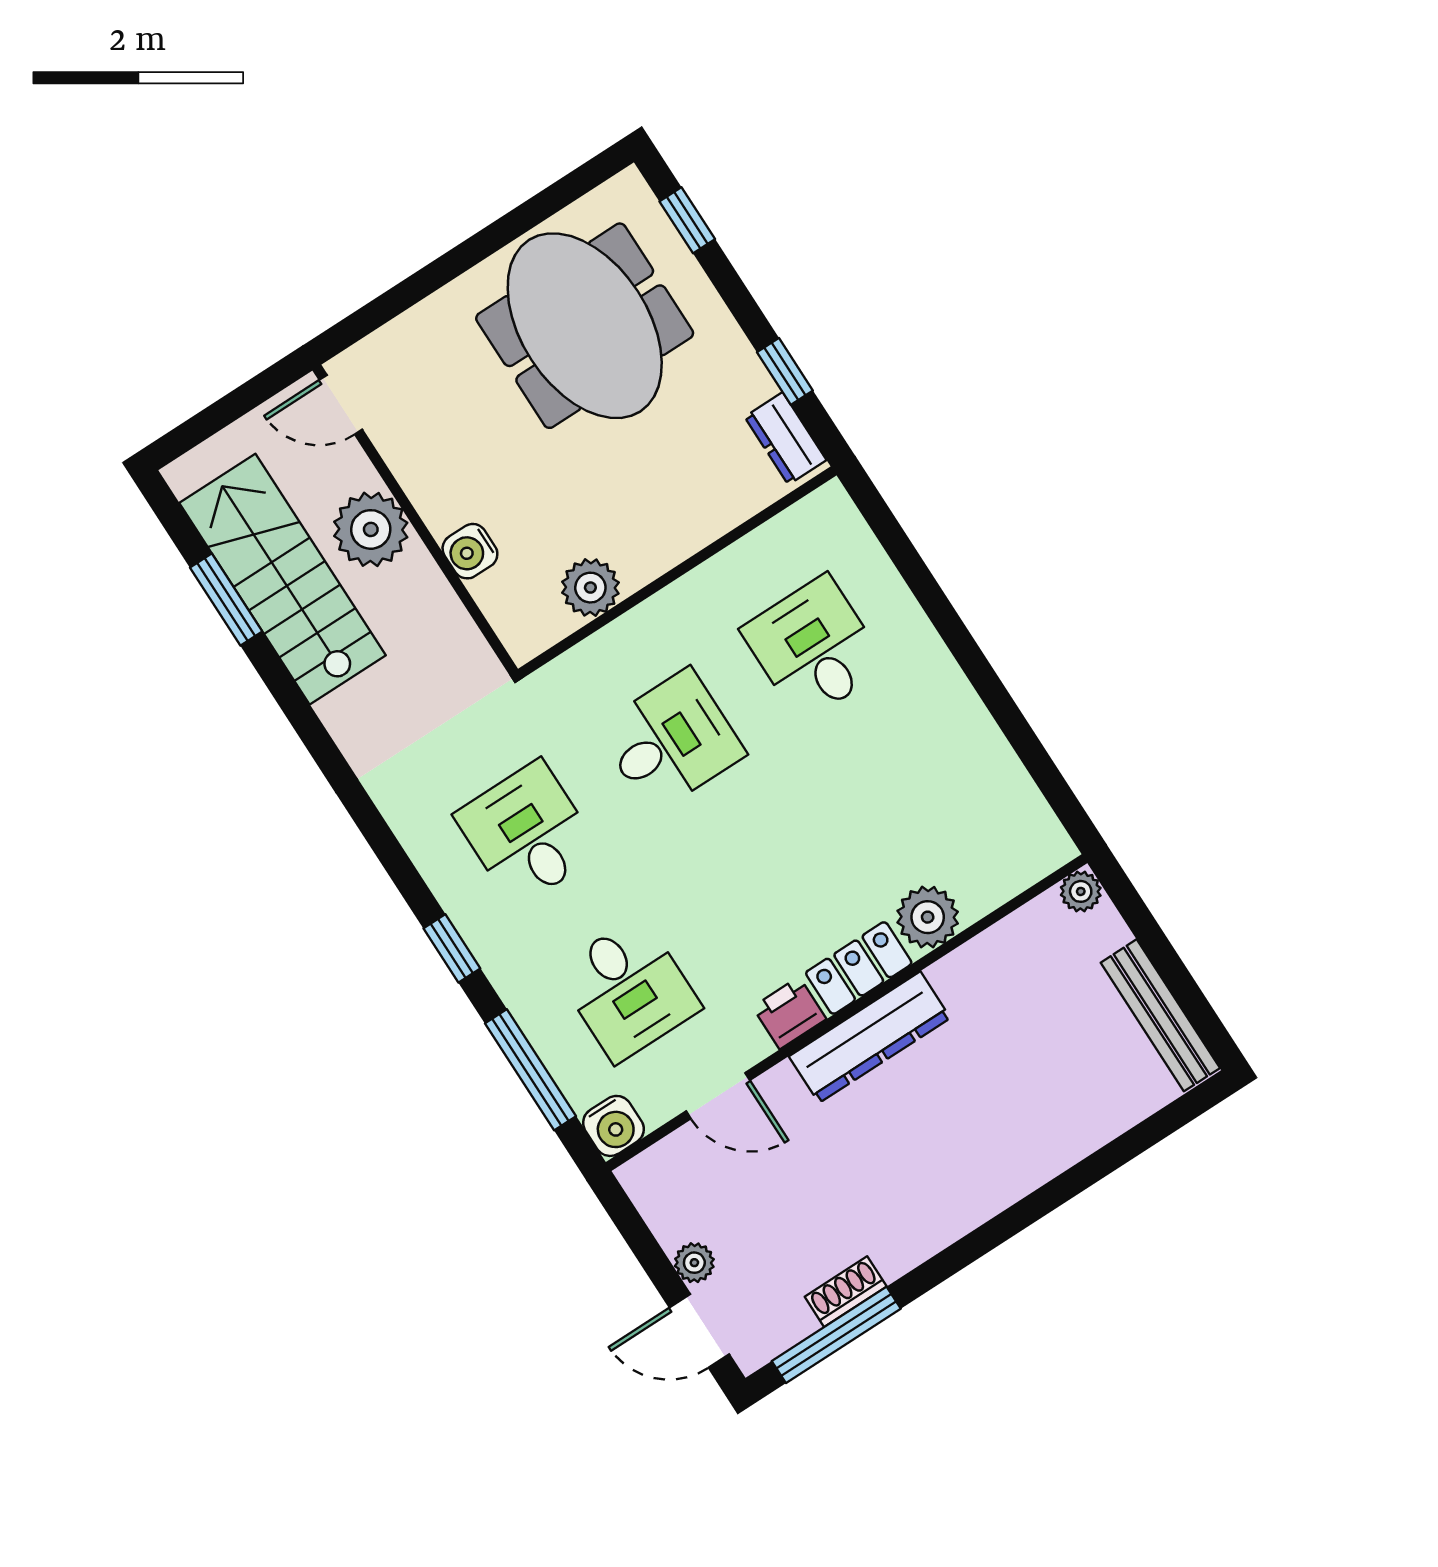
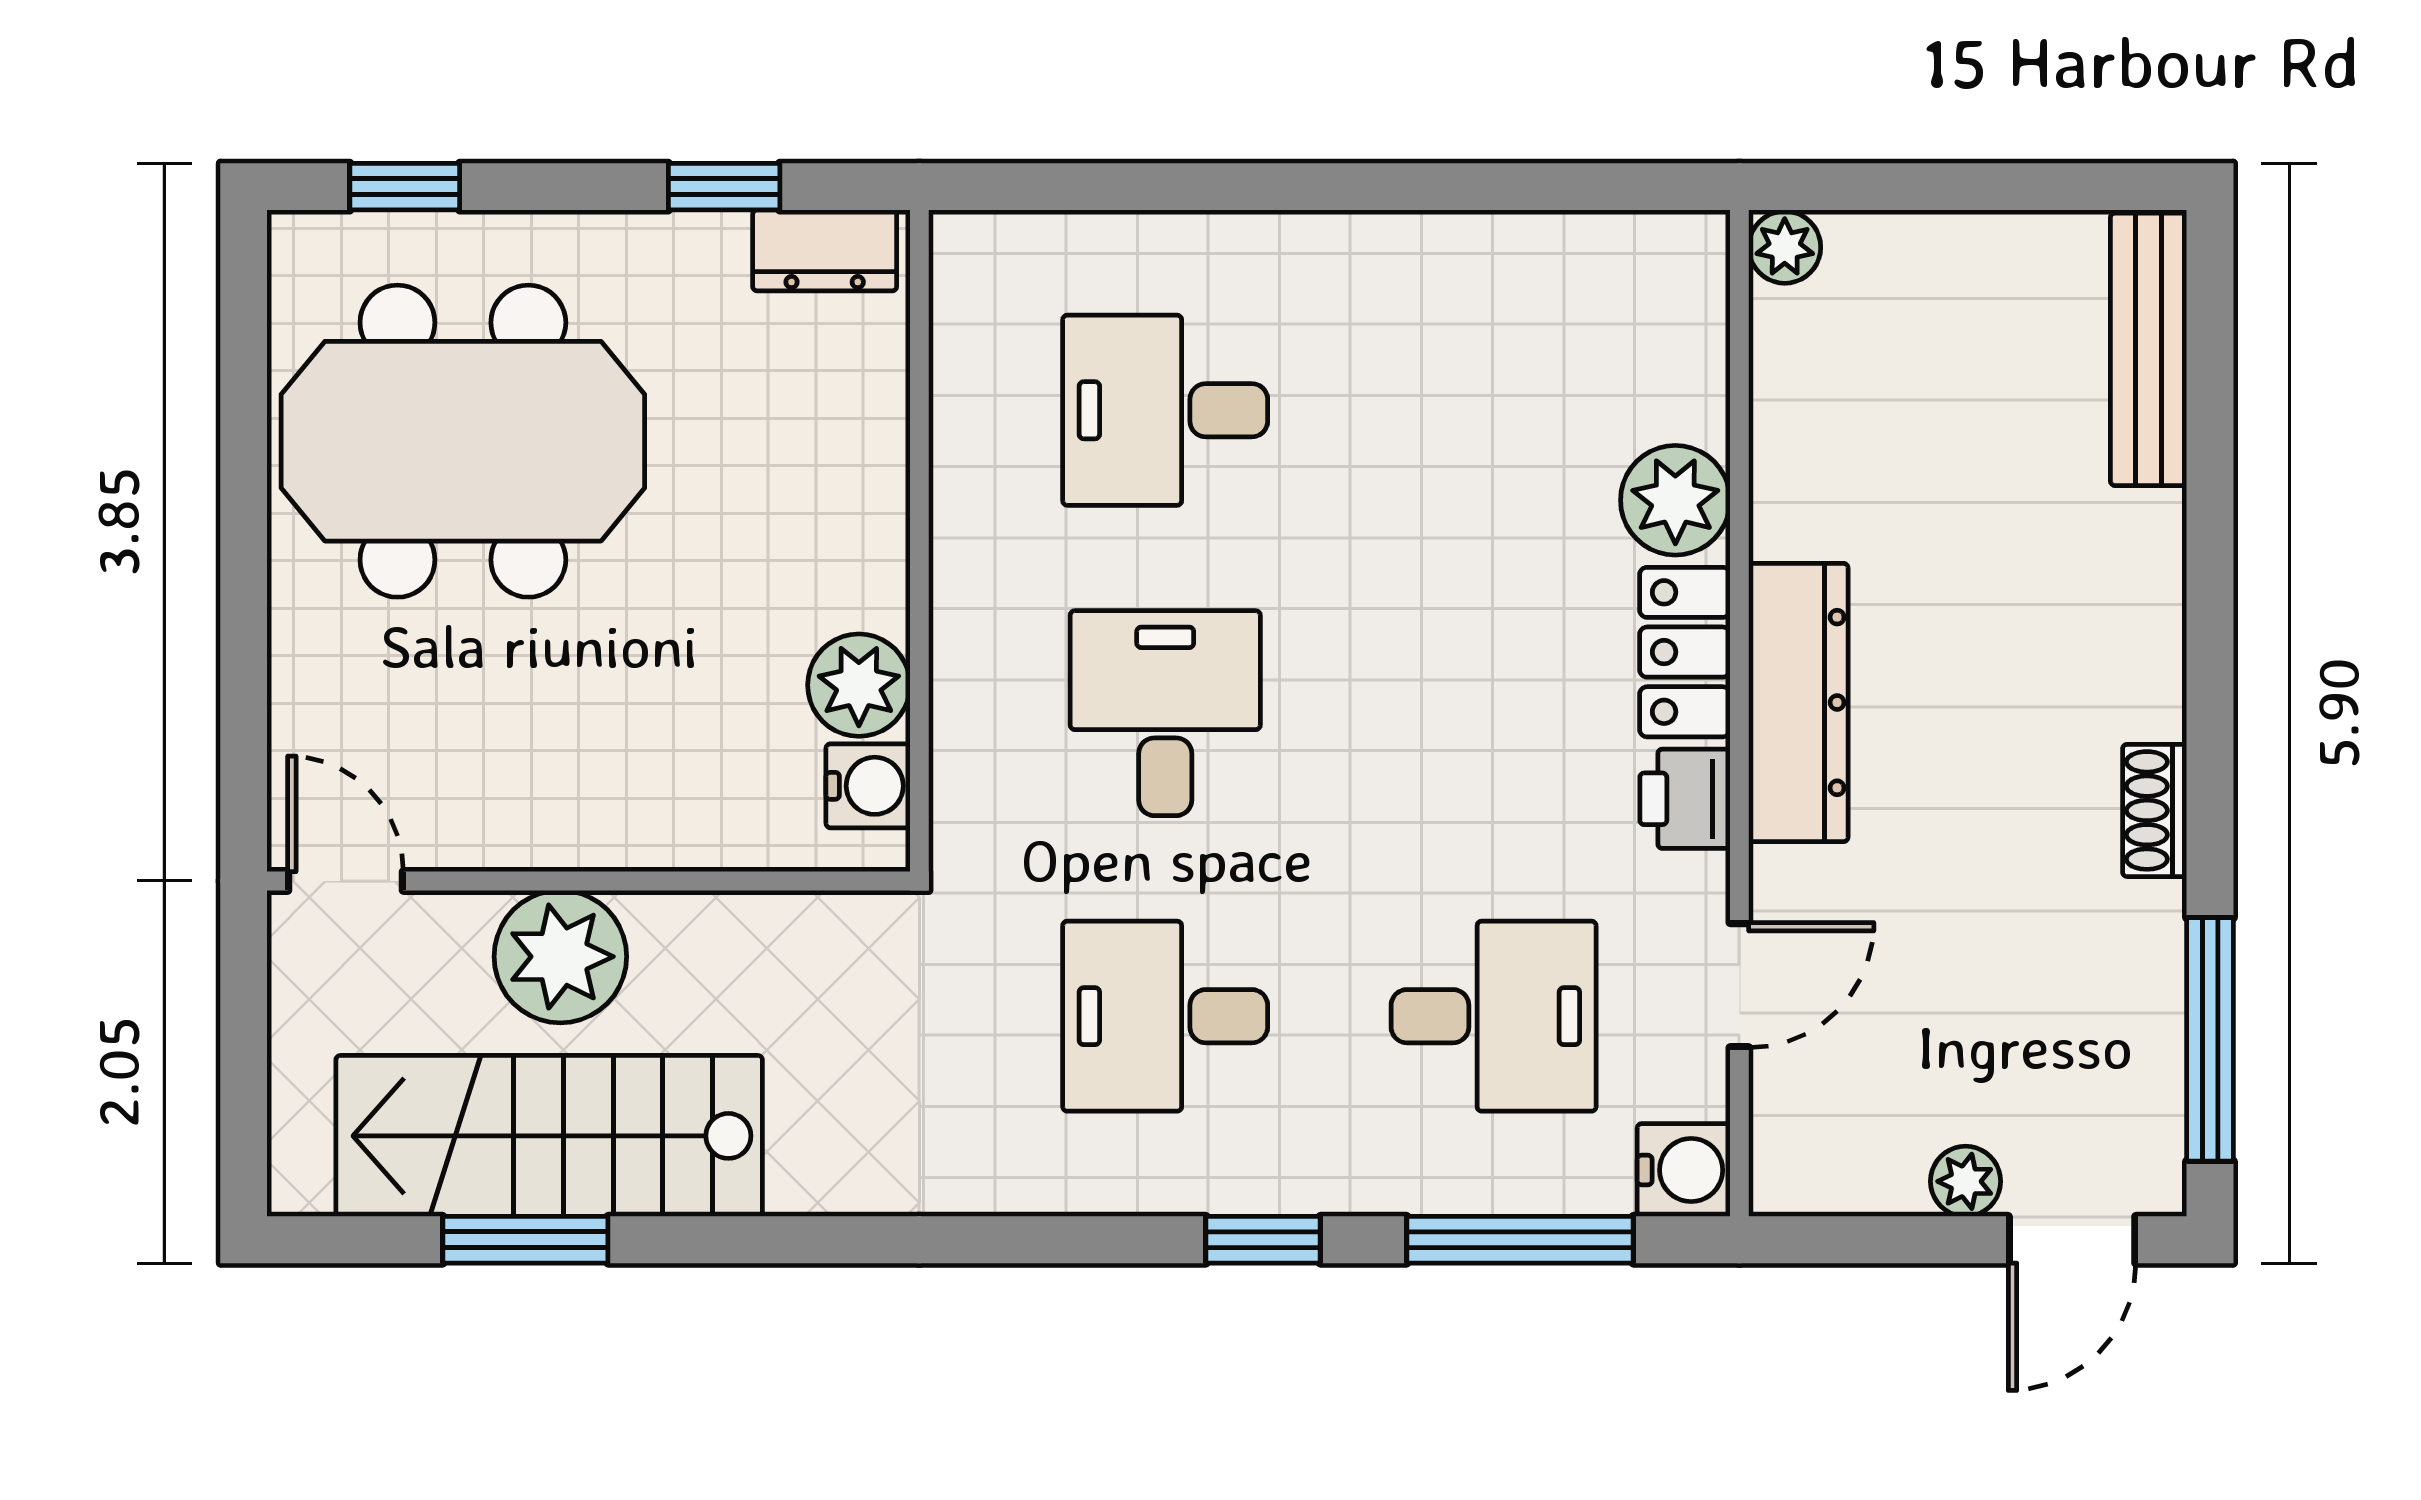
door: (341, 405) -> (345, 881), swing flipped
water cooler: (470, 551) -> (868, 786), moved, turned -90
bench: (1160, 1015) -> (2149, 349), moved, turned 90
shoe rack: (846, 1292) -> (2155, 810), moved

